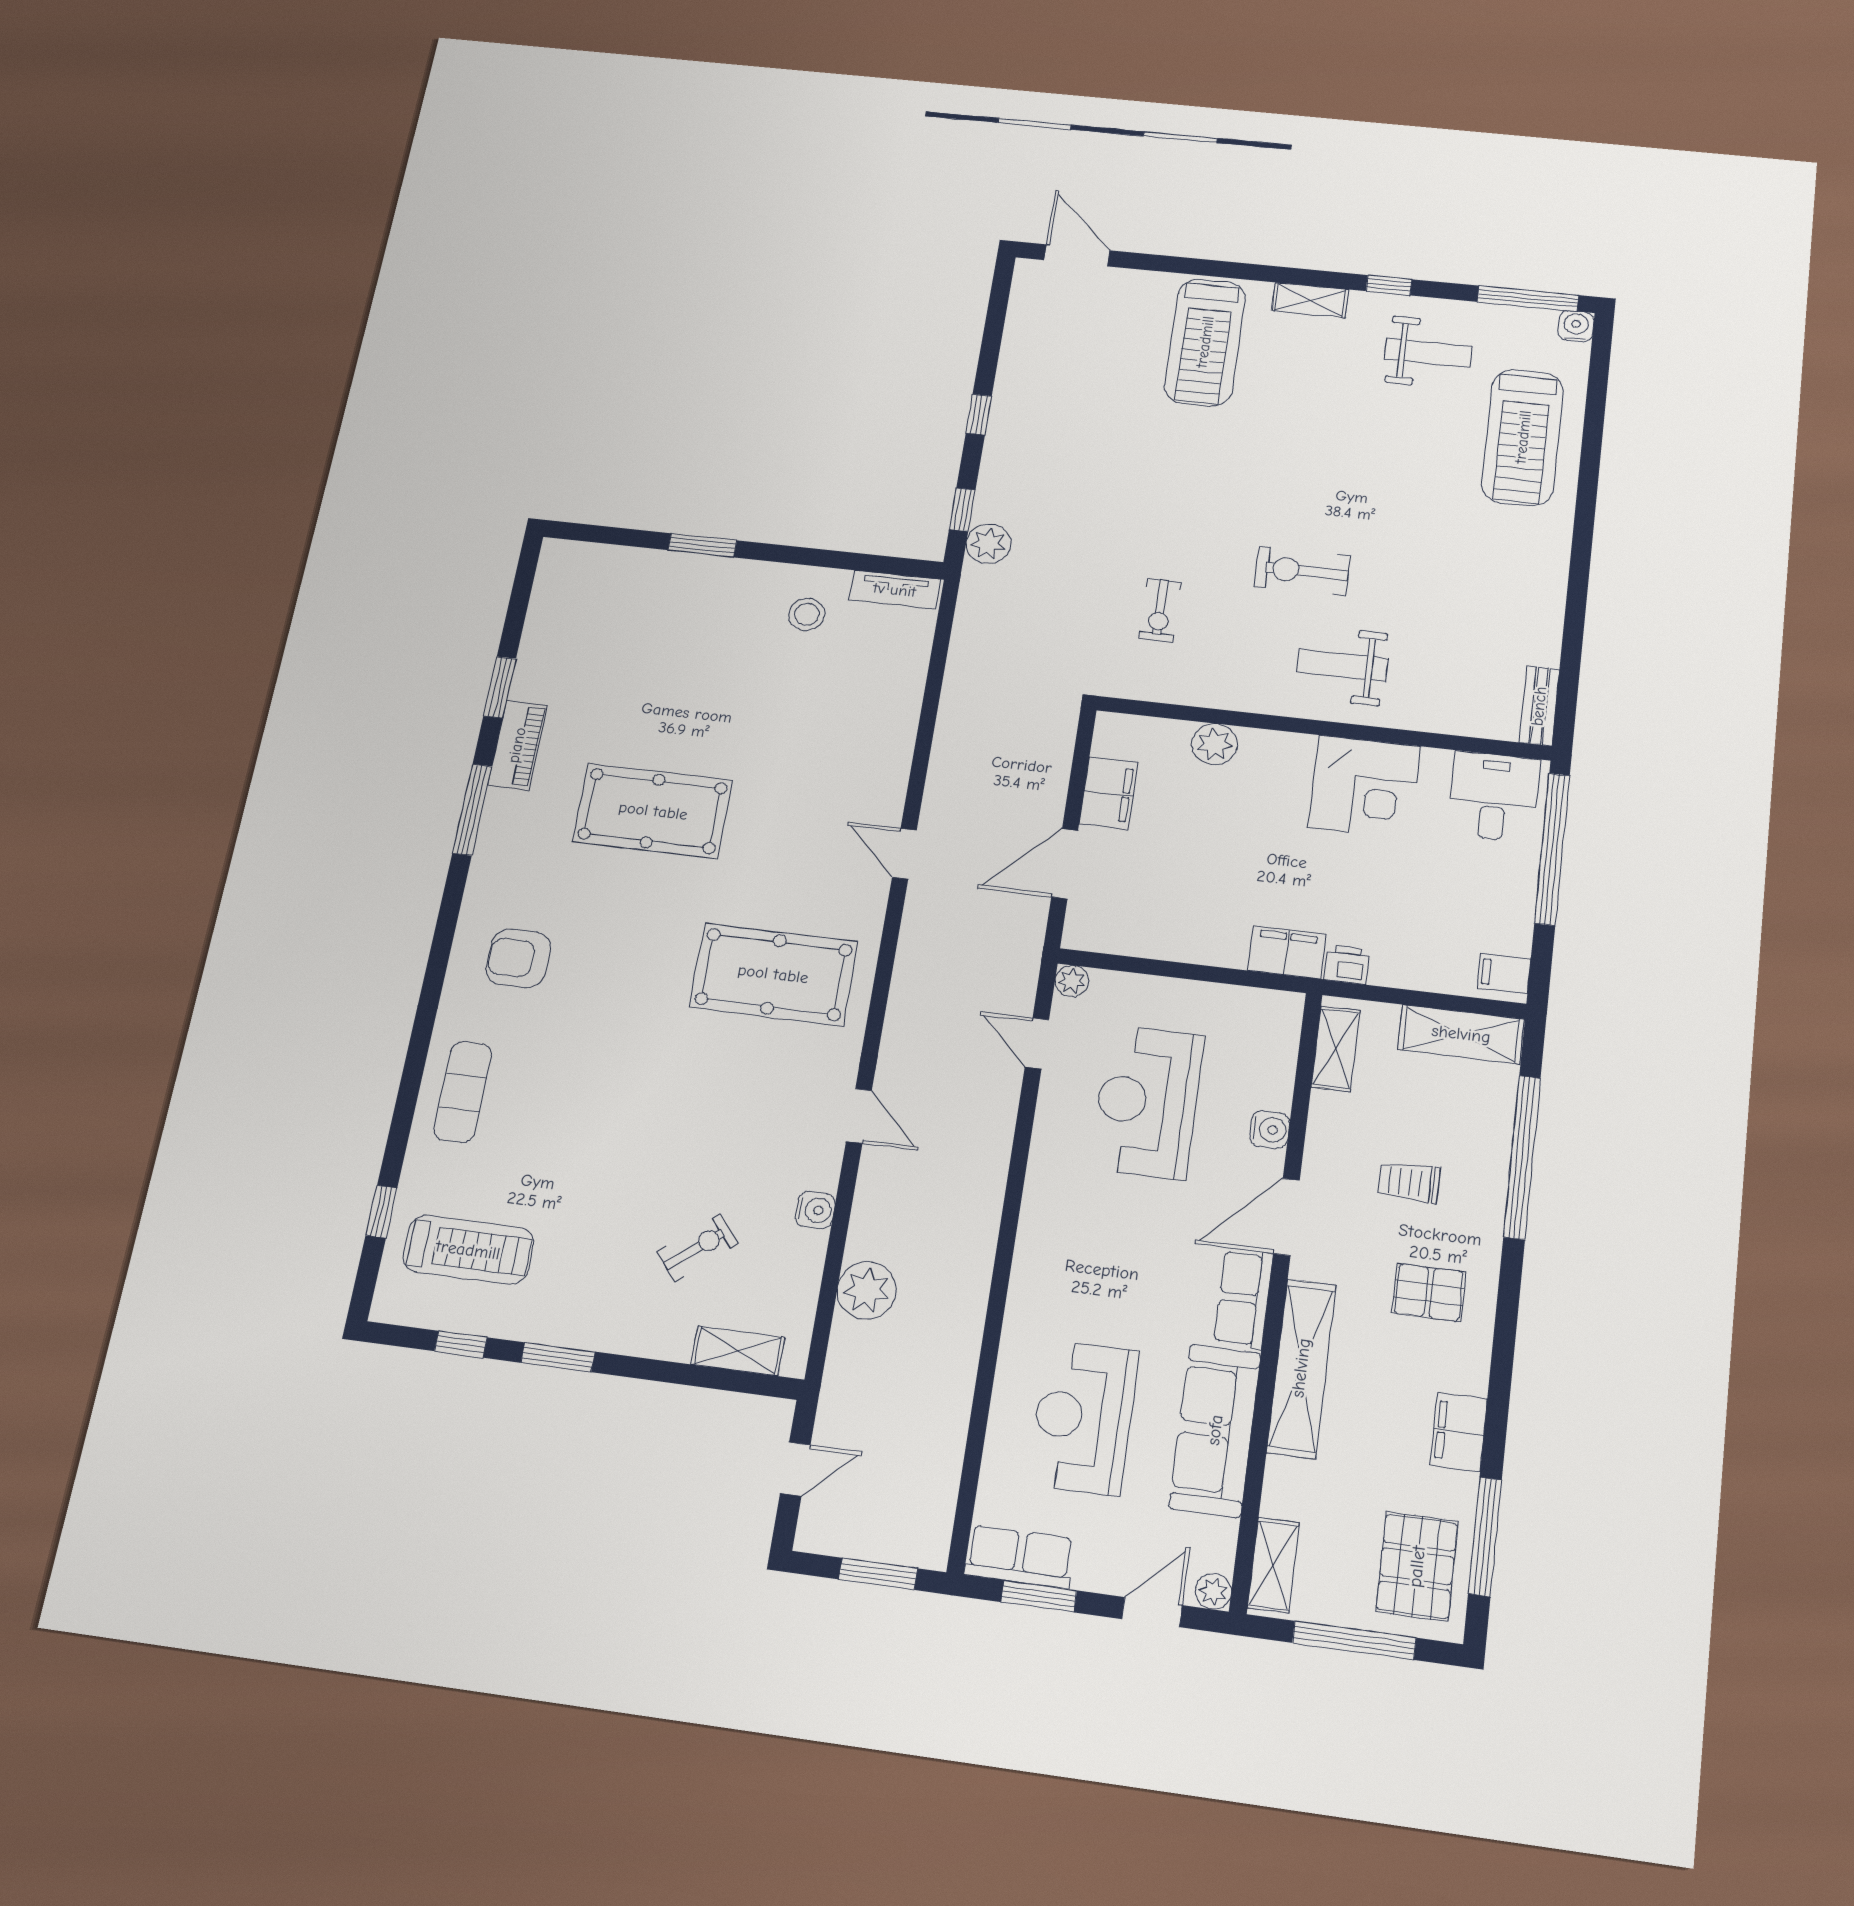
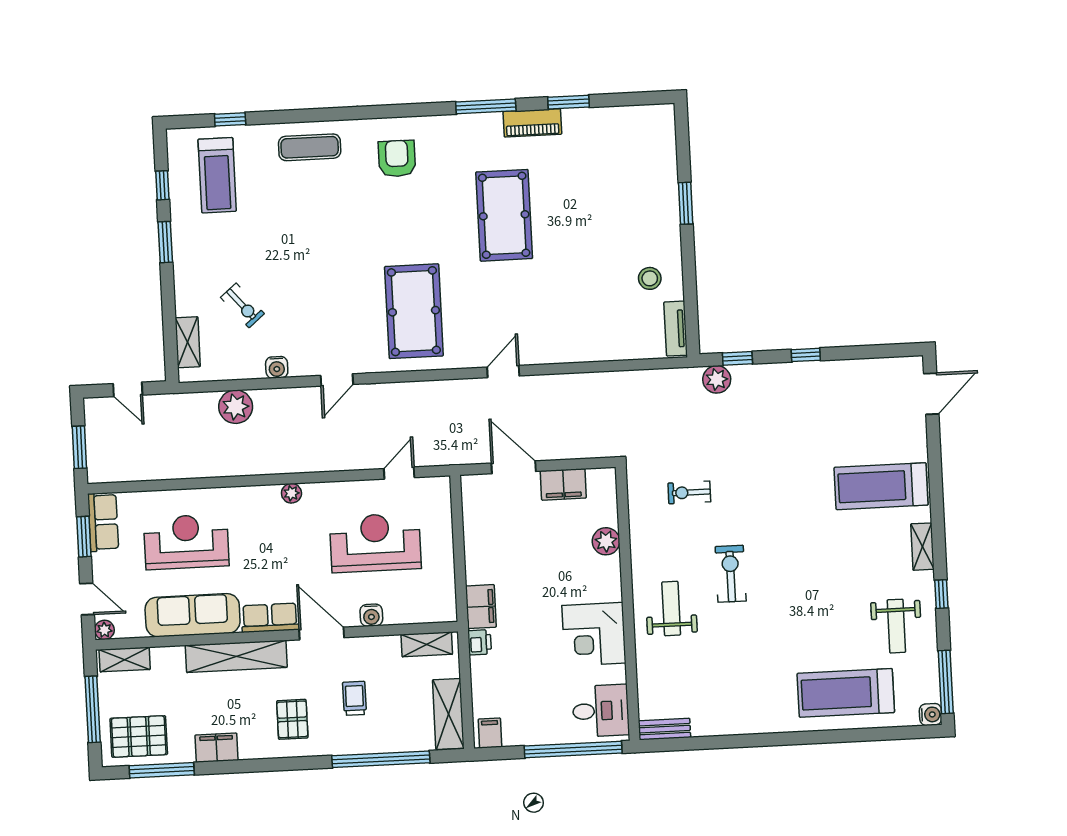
plant: (1072, 981) -> (291, 493), moved

